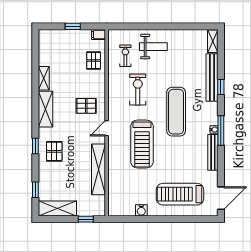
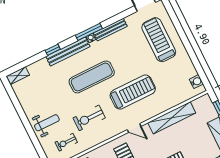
weight bench: (153, 47) -> (47, 123), turned 90
bench: (212, 78) -> (68, 52), moved
treadmill: (180, 194) -> (159, 40), turned 180
water cooler: (141, 210) -> (196, 82), moved

